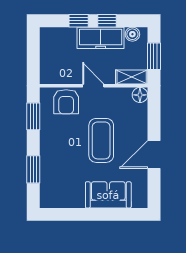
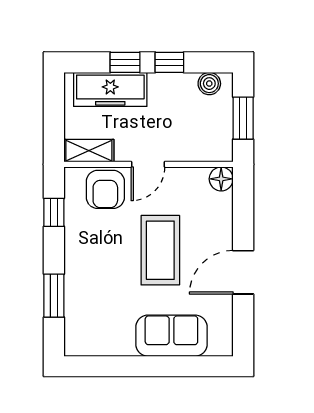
freezer: (101, 38) -> (110, 89), moved
shelving: (132, 77) -> (89, 151), moved
door: (93, 86) -> (148, 164), swing flipped
window: (33, 116) -> (54, 212), width x0.67

